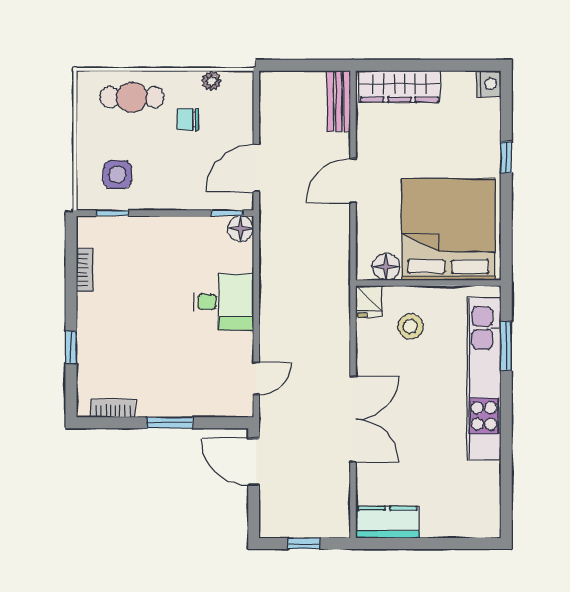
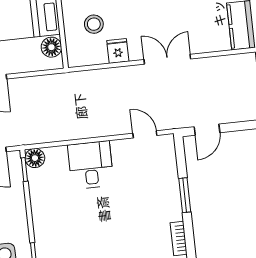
fridge: (369, 301) -> (118, 51), moved, turned -90
double door: (353, 419) -> (167, 59), width x0.73
door: (254, 462) -> (207, 130), width x0.73

